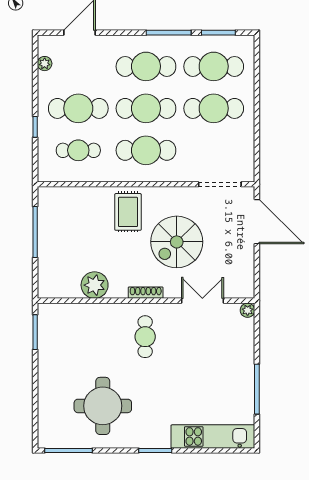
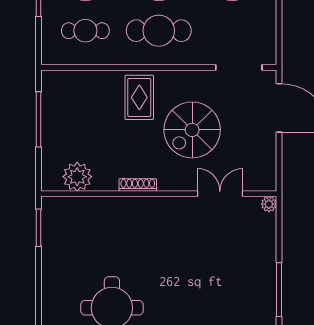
plant: (95, 285) -> (77, 177), moved
shoe rack: (146, 293) -> (138, 185), moved
cafe table: (145, 337) -> (158, 233), removed

